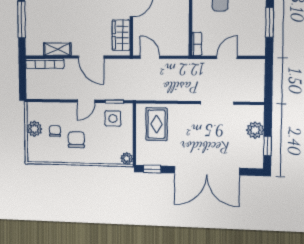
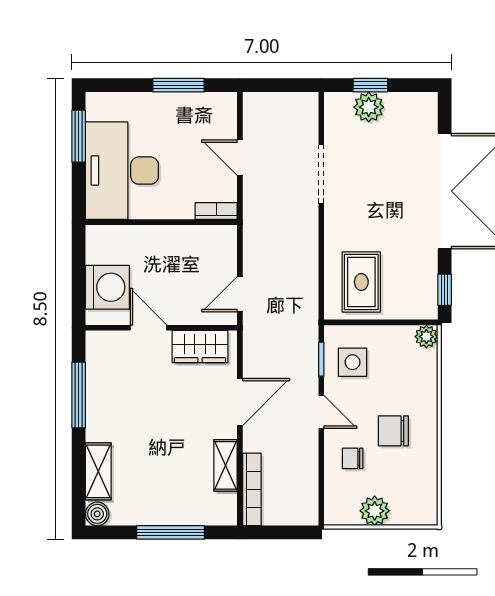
rug: (157, 124) -> (361, 282), turned 90
chair: (55, 131) -> (353, 458), moved
window: (267, 146) -> (370, 85), moved

